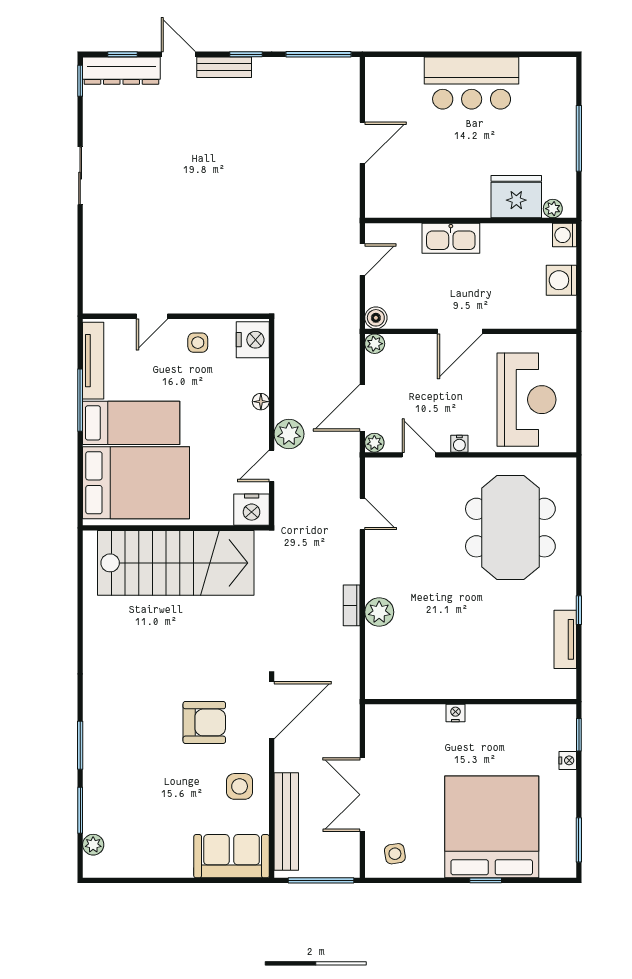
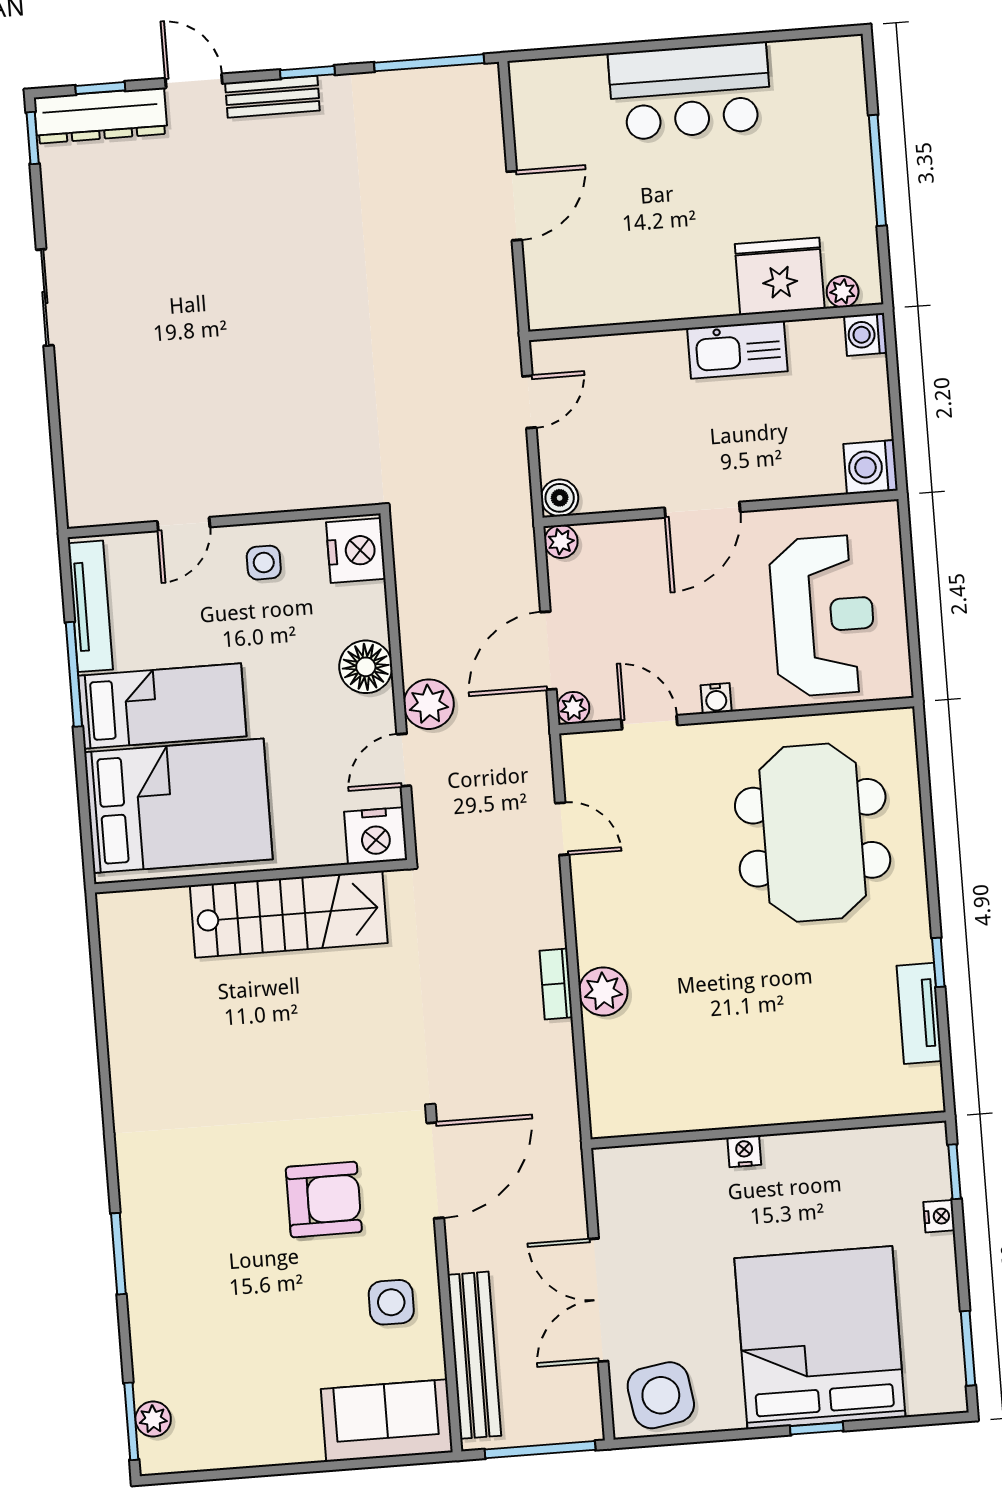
kitchen sink: (451, 238) -> (737, 350), moved
washing machine: (561, 280) -> (871, 467), moved
floor lamp: (261, 402) -> (366, 667), width x1.89, depth x1.89
stairs: (176, 563) -> (289, 914), width x0.73, depth x0.66
window: (80, 810) -> (131, 1421), moved
side table: (395, 854) -> (661, 1395), width x1.87, depth x1.87

